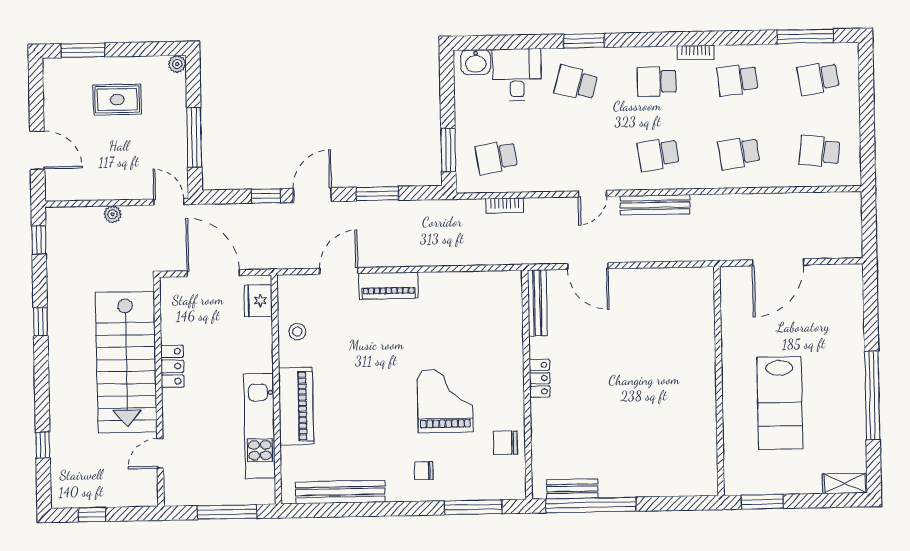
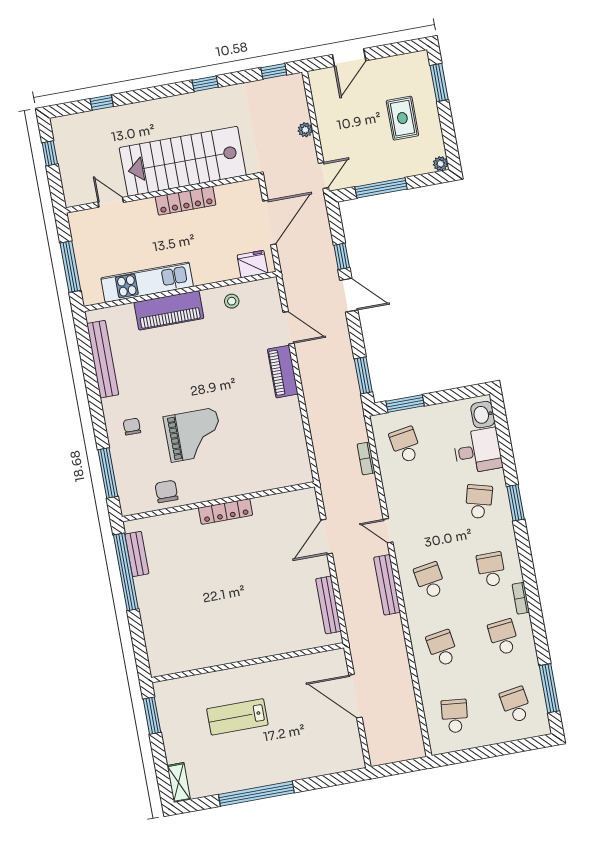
window: (377, 194) -> (363, 375), moved
bench: (537, 303) -> (328, 605), moved, turned 90
locker: (172, 366) -> (186, 201), width x1.53
locker: (540, 378) -> (226, 511), width x1.53
lab bench: (780, 403) -> (237, 717), width x0.73, depth x0.72

